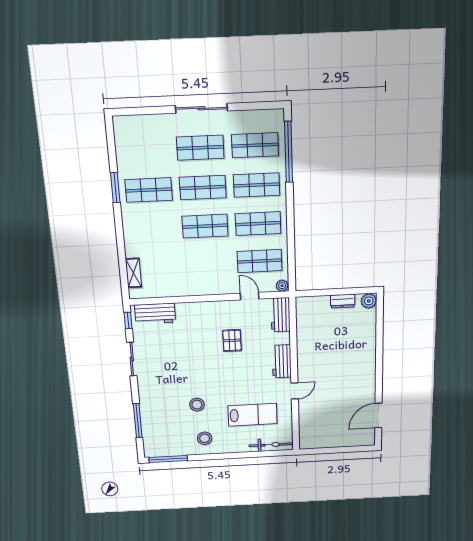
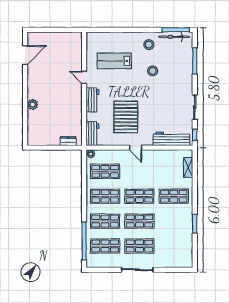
shop shelf: (149, 190) -> (174, 196), moved
door: (250, 296) -> (136, 148), moved
dresser: (343, 301) -> (68, 141), moved
plant: (369, 301) -> (33, 105), moved
workbench: (155, 314) -> (171, 139), width x1.38
pallet: (232, 340) -> (126, 117), width x2.05, depth x2.00
door: (295, 391) -> (84, 77), hinge flipped
bicycle: (271, 445) -> (174, 37), moved

